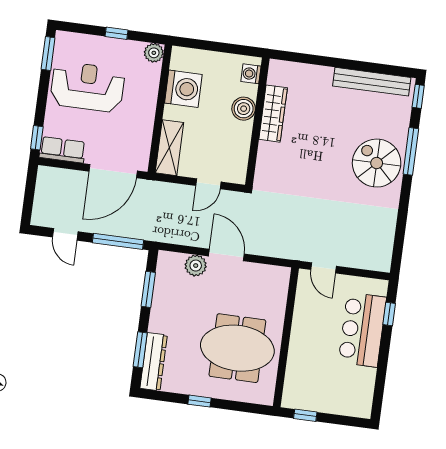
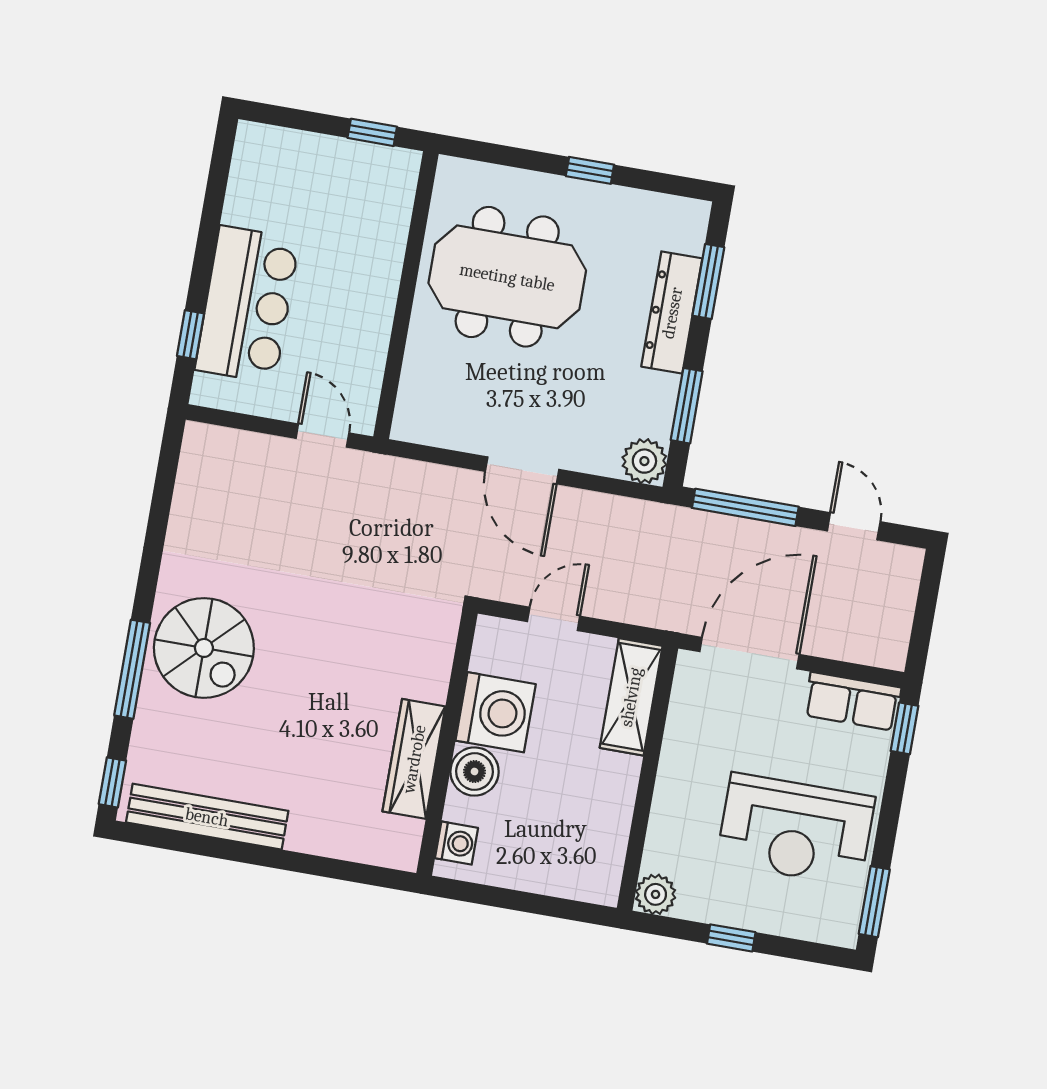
washing machine: (183, 89) -> (496, 712), moved, turned 180
plant: (196, 266) -> (644, 461), moved
dresser: (154, 362) -> (672, 313), moved

